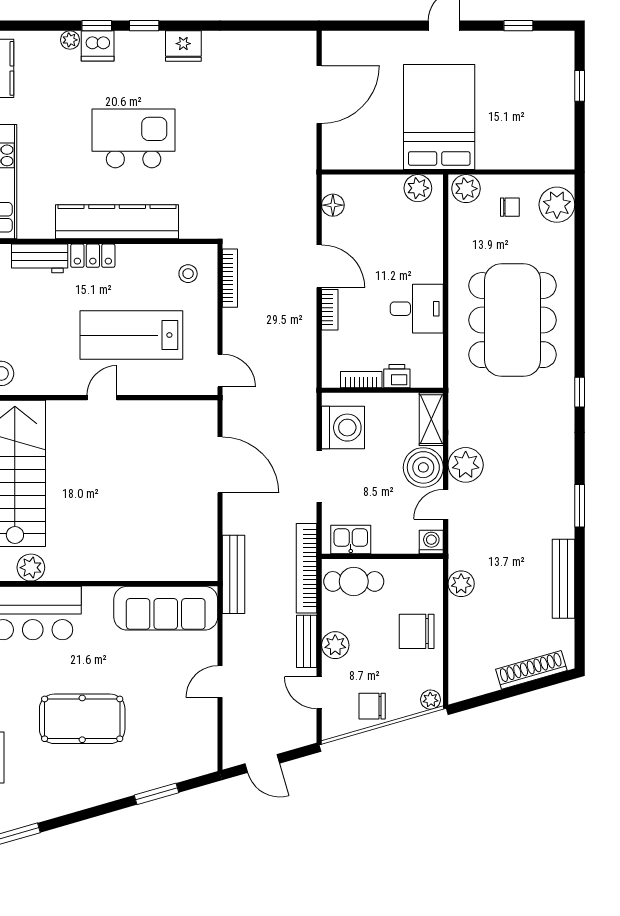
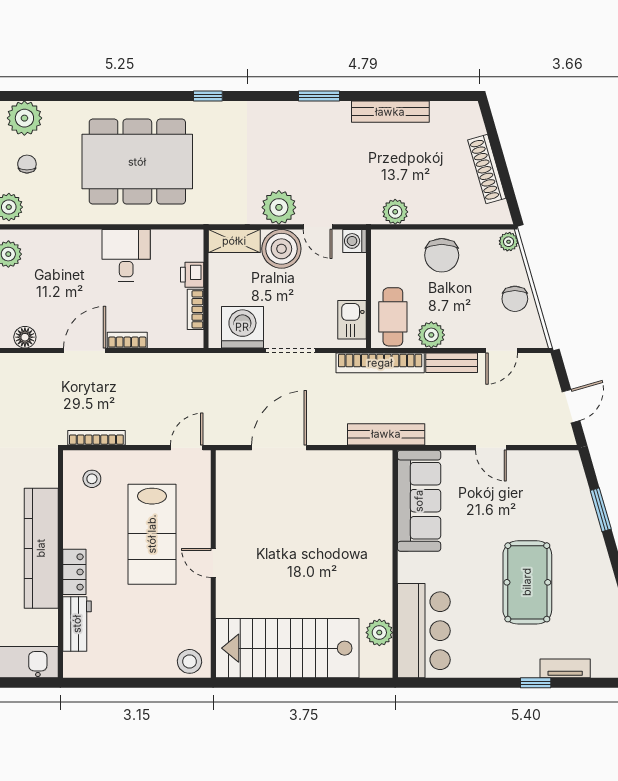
plant: (335, 645) -> (431, 335), moved
shoe rack: (531, 670) -> (487, 169), moved

